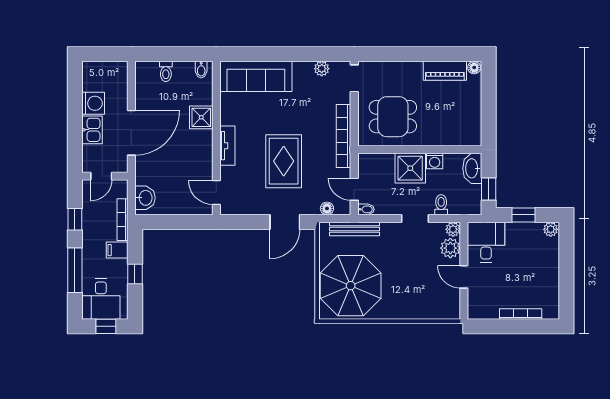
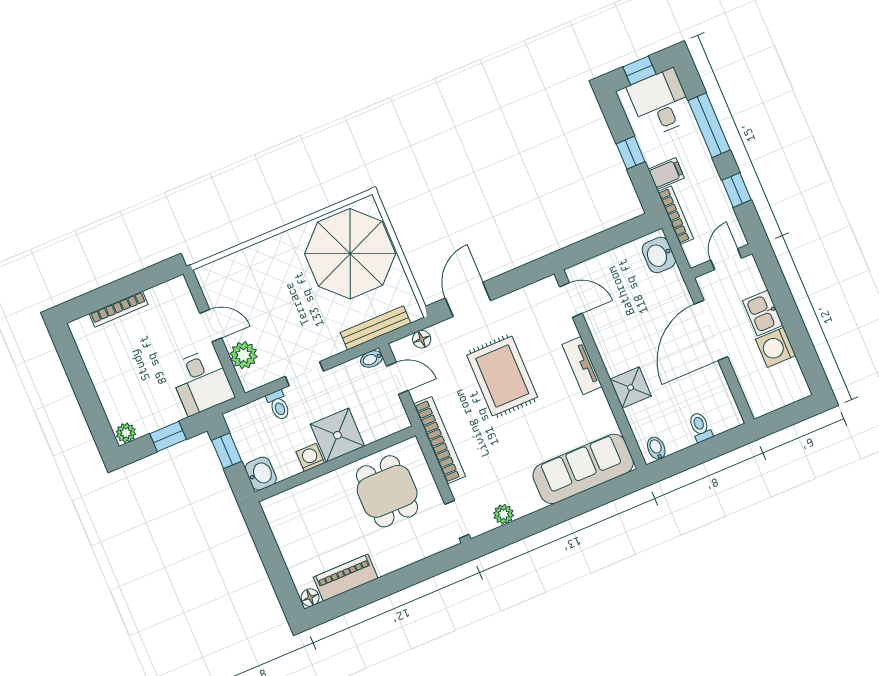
dining table: (393, 117) -> (387, 491), turned 90
washbasin: (472, 168) -> (261, 474), width x0.72
plant: (453, 229) -> (250, 380), removed

